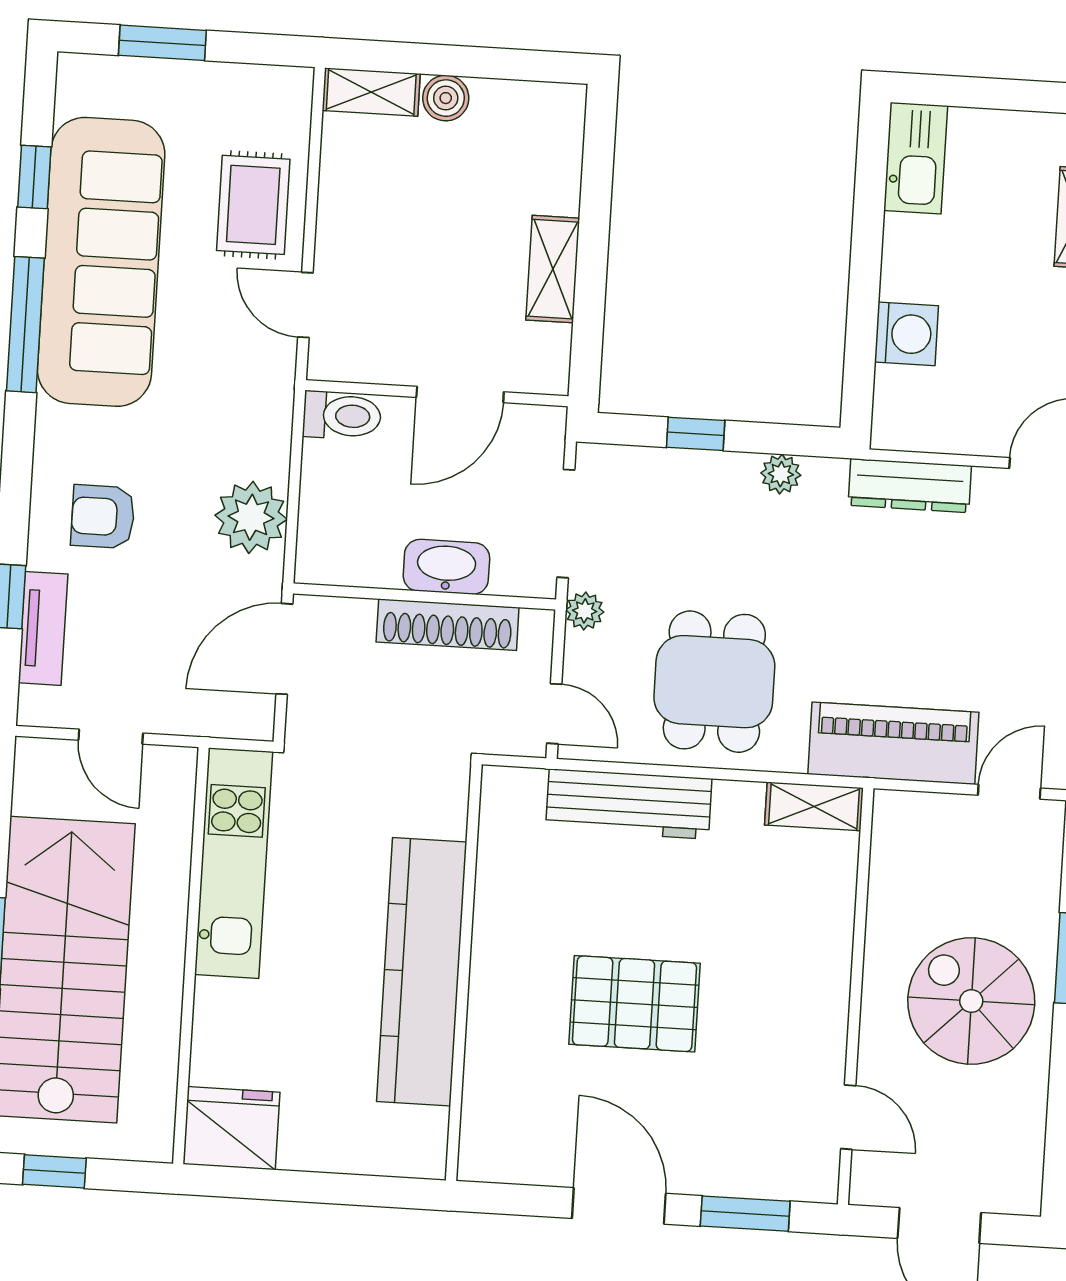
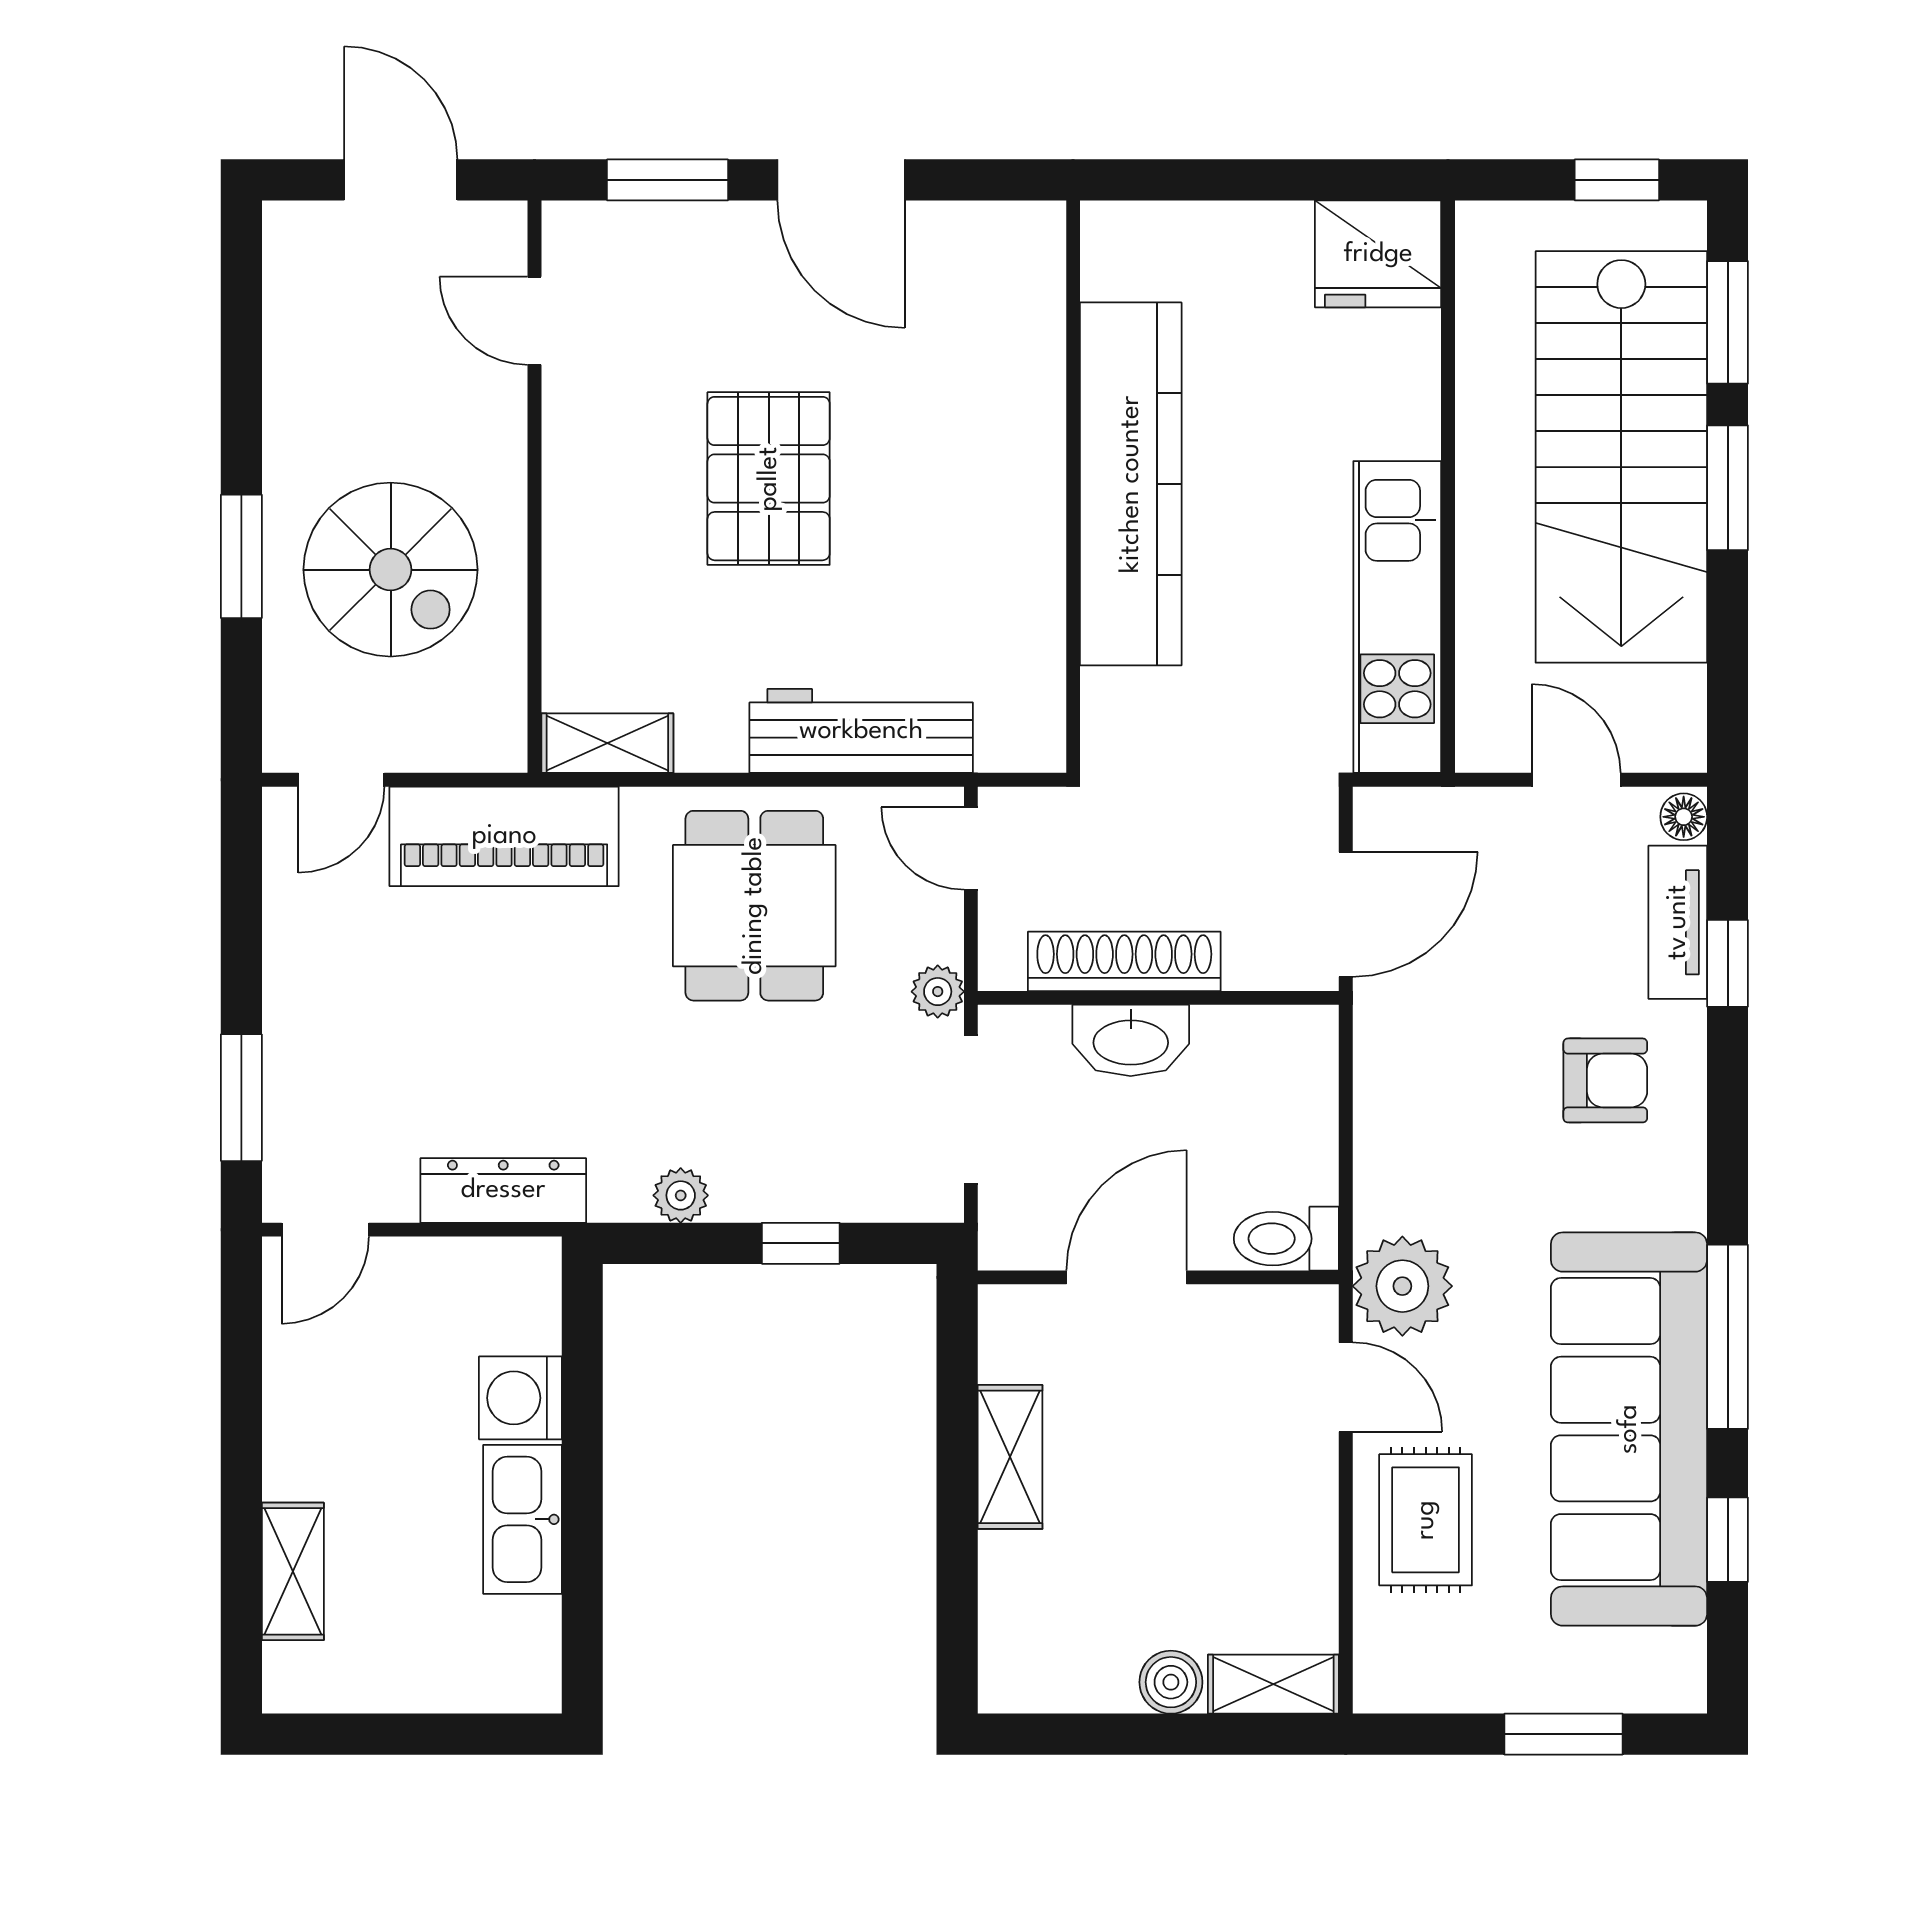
kitchen sink: (916, 158) -> (522, 1519), moved
plant: (251, 517) -> (1402, 1286), moved
floor lamp: (34, 705) -> (1684, 817), added
spiral stairs: (971, 1001) -> (391, 570), moved
pallet: (634, 1004) -> (769, 479), moved, turned 90

